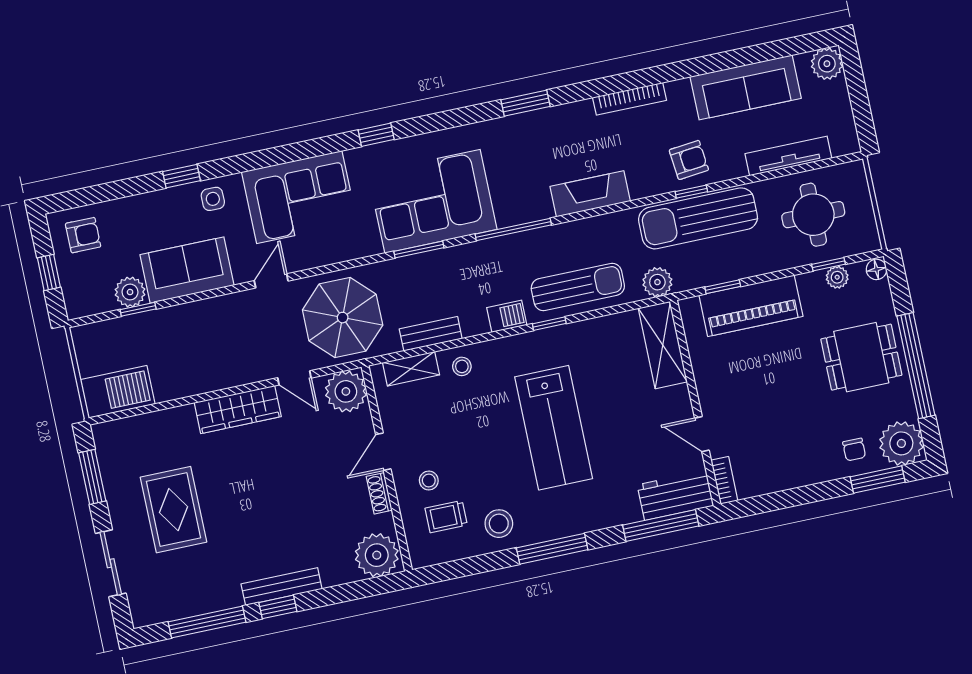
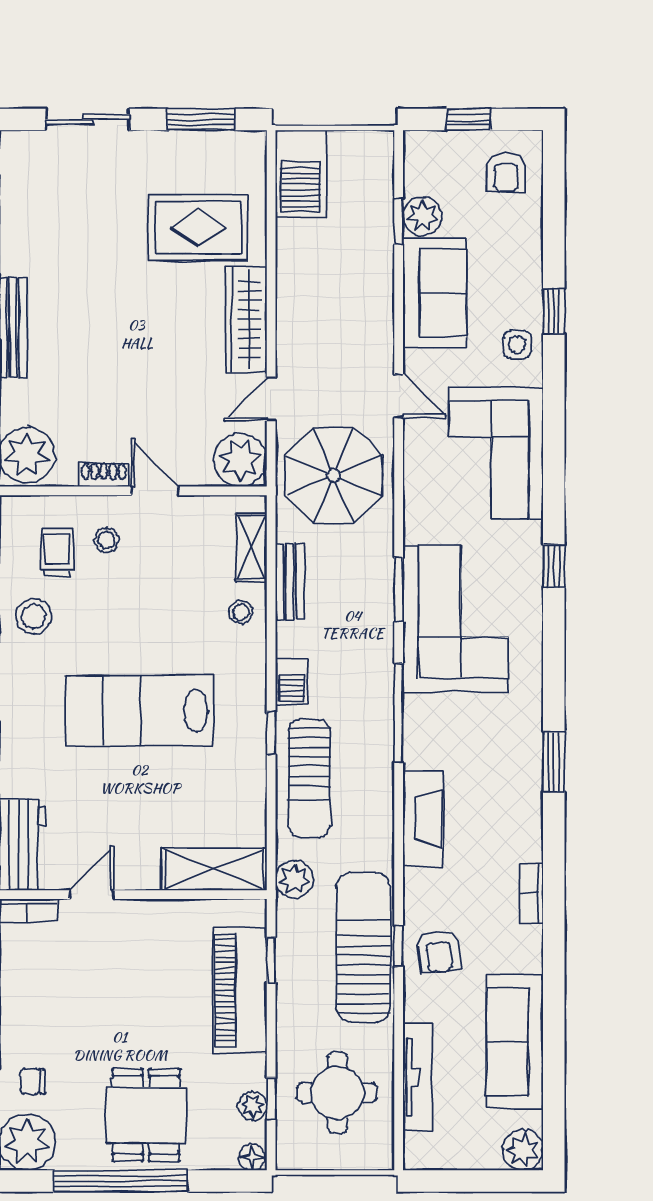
bookcase: (630, 99) -> (531, 893), width x0.64
rug: (174, 510) -> (198, 227), moved

